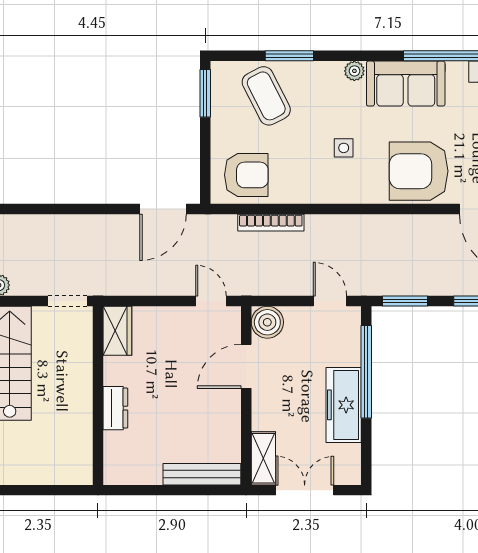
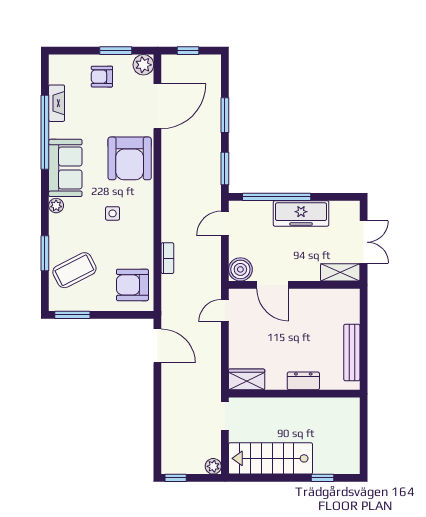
armchair: (246, 175) -> (132, 285), turned -90
bookcase: (271, 223) -> (167, 258), width x0.64
bench: (202, 474) -> (352, 353), moved
double door: (305, 490) -> (364, 242), swing flipped

